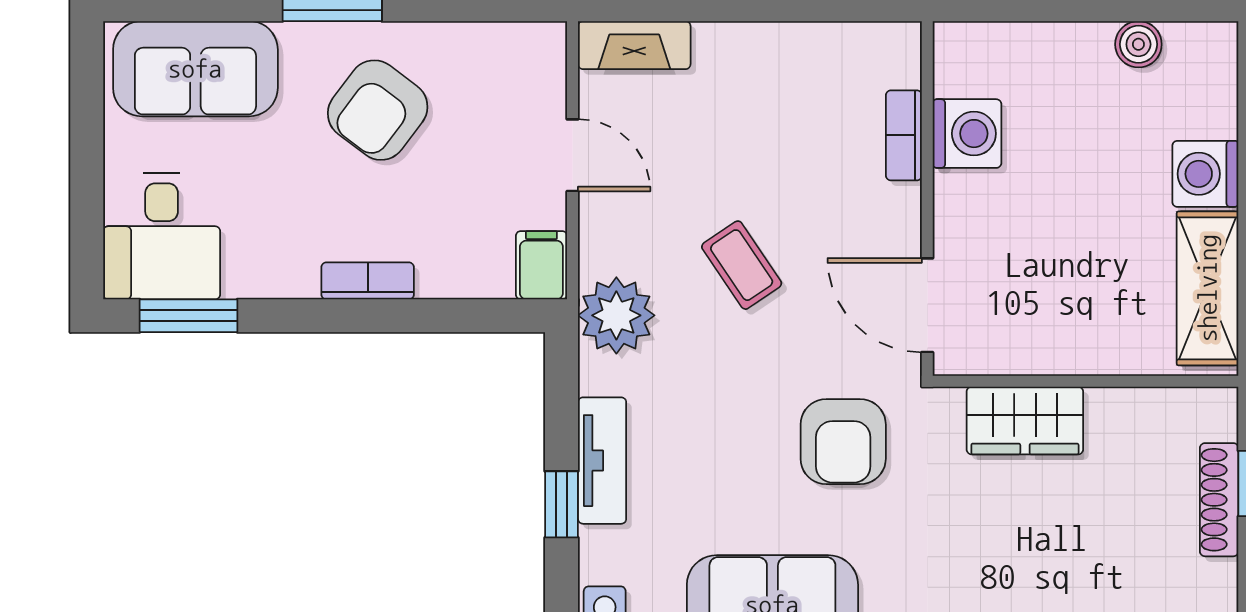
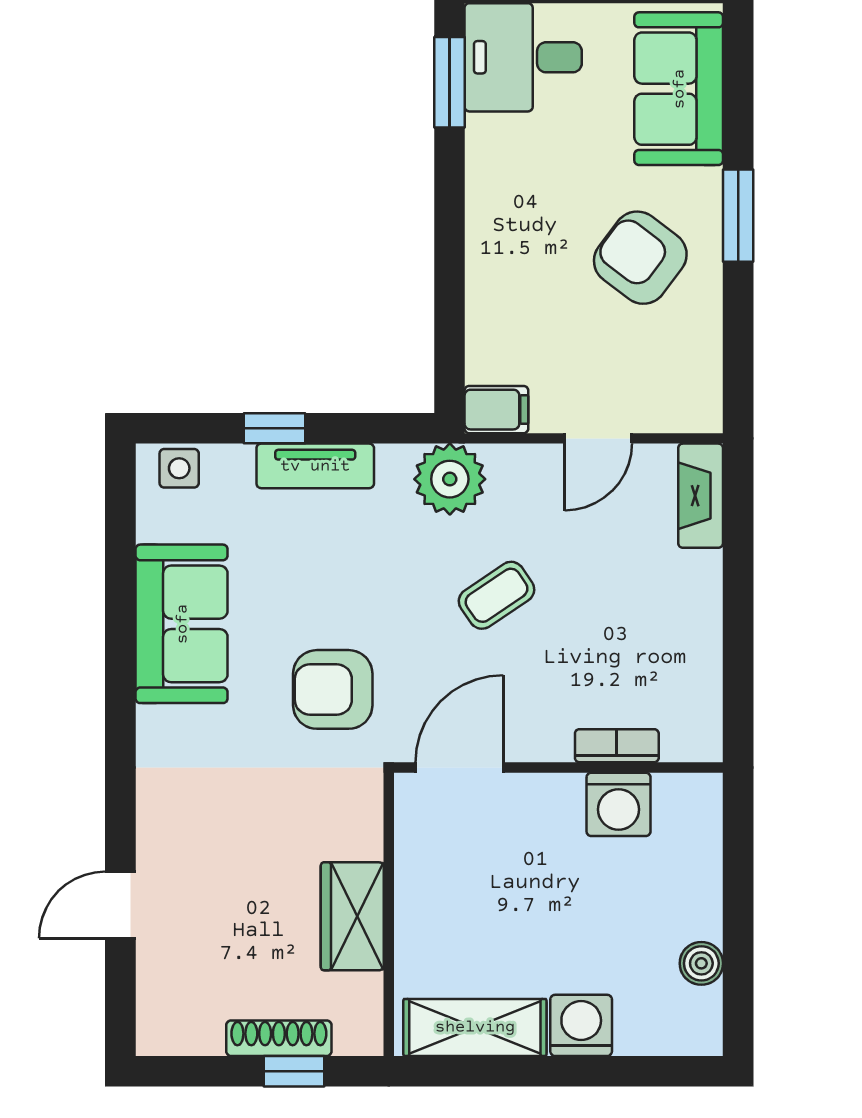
bookcase: (368, 281) -> (482, 248), removed
wardrobe: (1025, 421) -> (352, 916), moved

